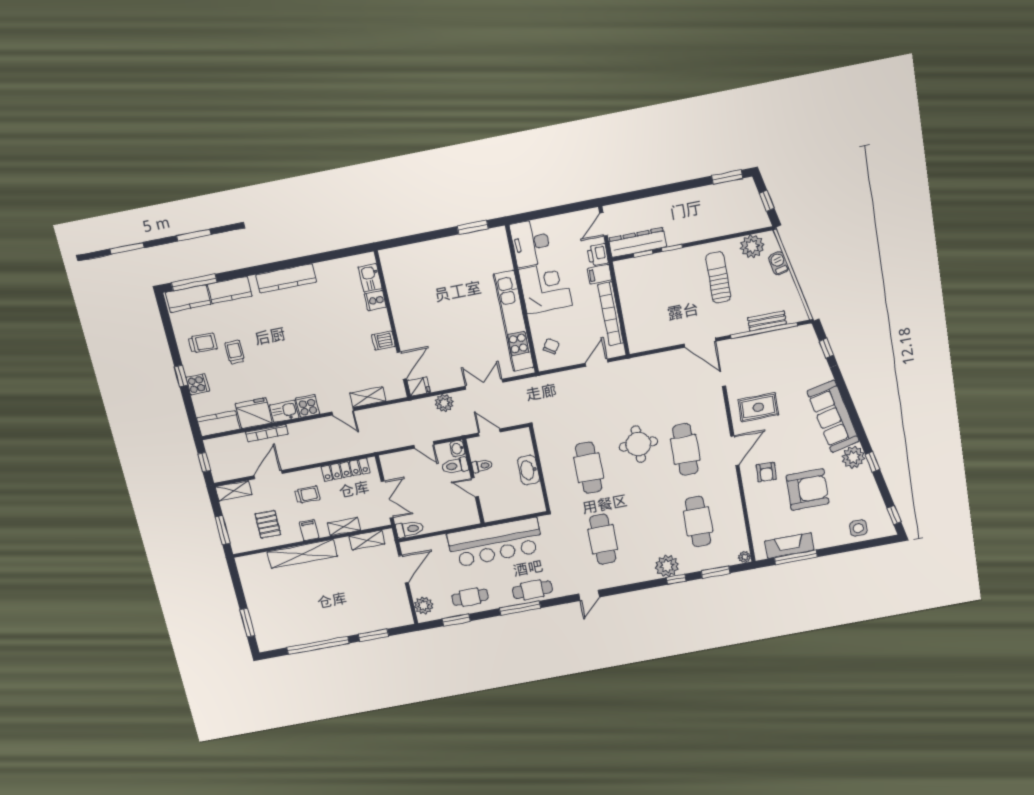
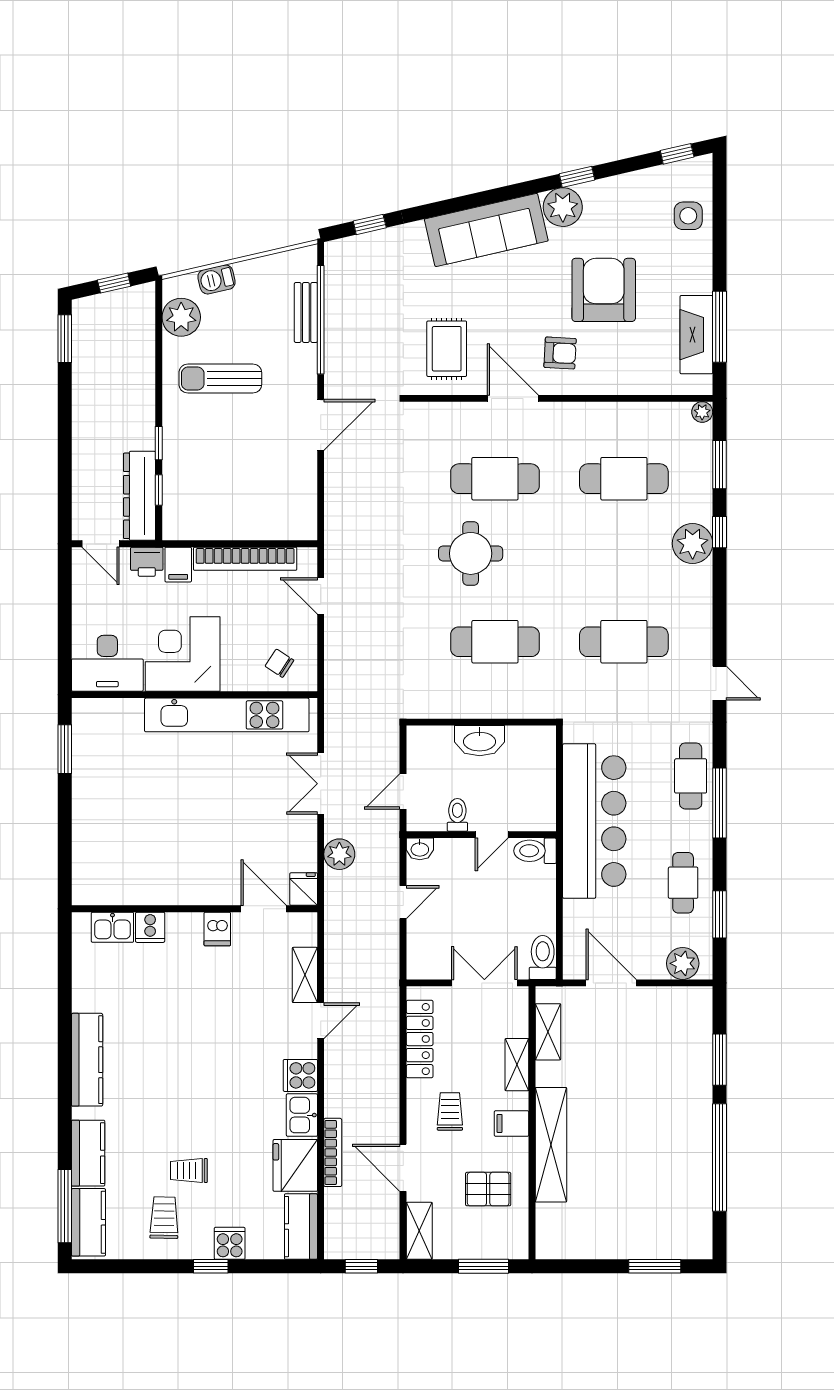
toilet: (455, 466) -> (535, 851), moved, turned 90

